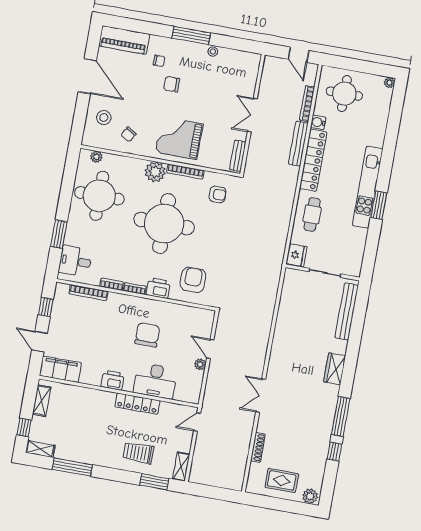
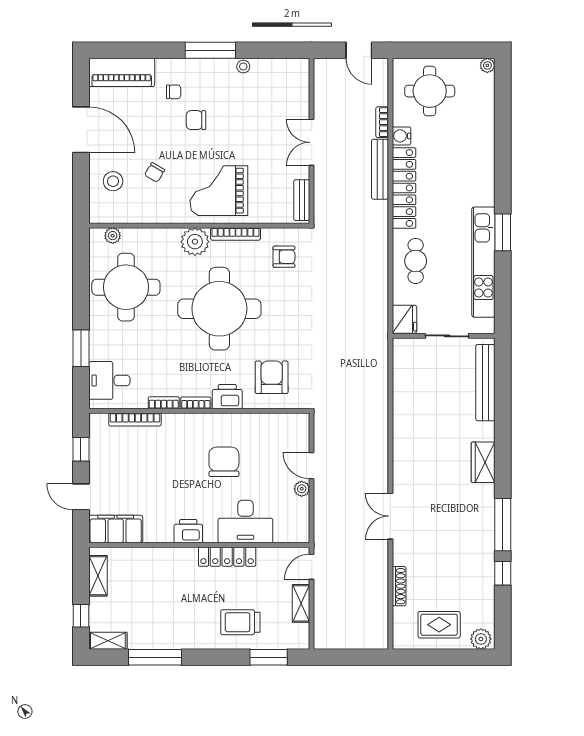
bookcase: (307, 104) -> (382, 122), width x0.64
chair: (128, 134) -> (155, 172), moved
kitchen unit: (368, 187) -> (483, 262), moved
shelving: (181, 467) -> (301, 603), moved

